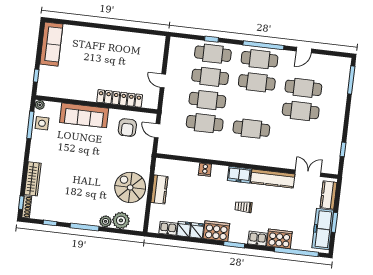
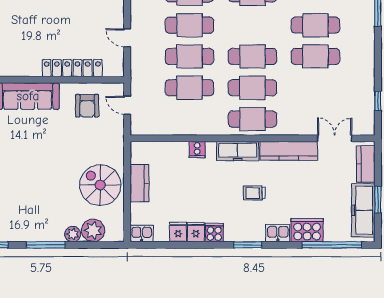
cafe table: (257, 82) -> (252, 56), moved
cafe table: (249, 152) -> (252, 119), added
freezer: (239, 175) -> (238, 151), width x1.40
kitchen sink: (168, 228) -> (142, 233), moved
cooker: (216, 231) -> (214, 233), width x0.53, depth x0.76

